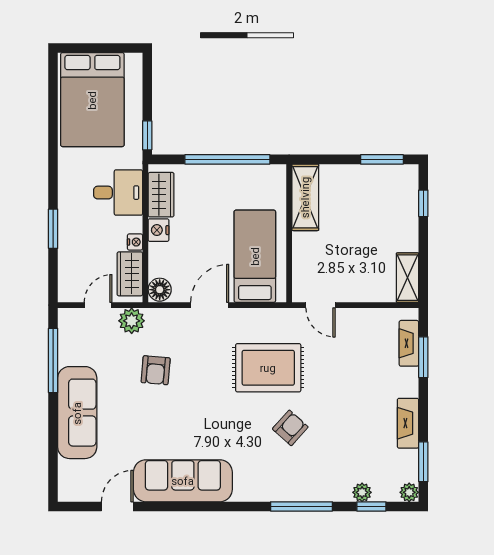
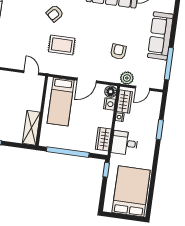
nightstand: (159, 230) -> (110, 104), moved
rug: (268, 368) -> (62, 45), width x0.73, depth x0.70

